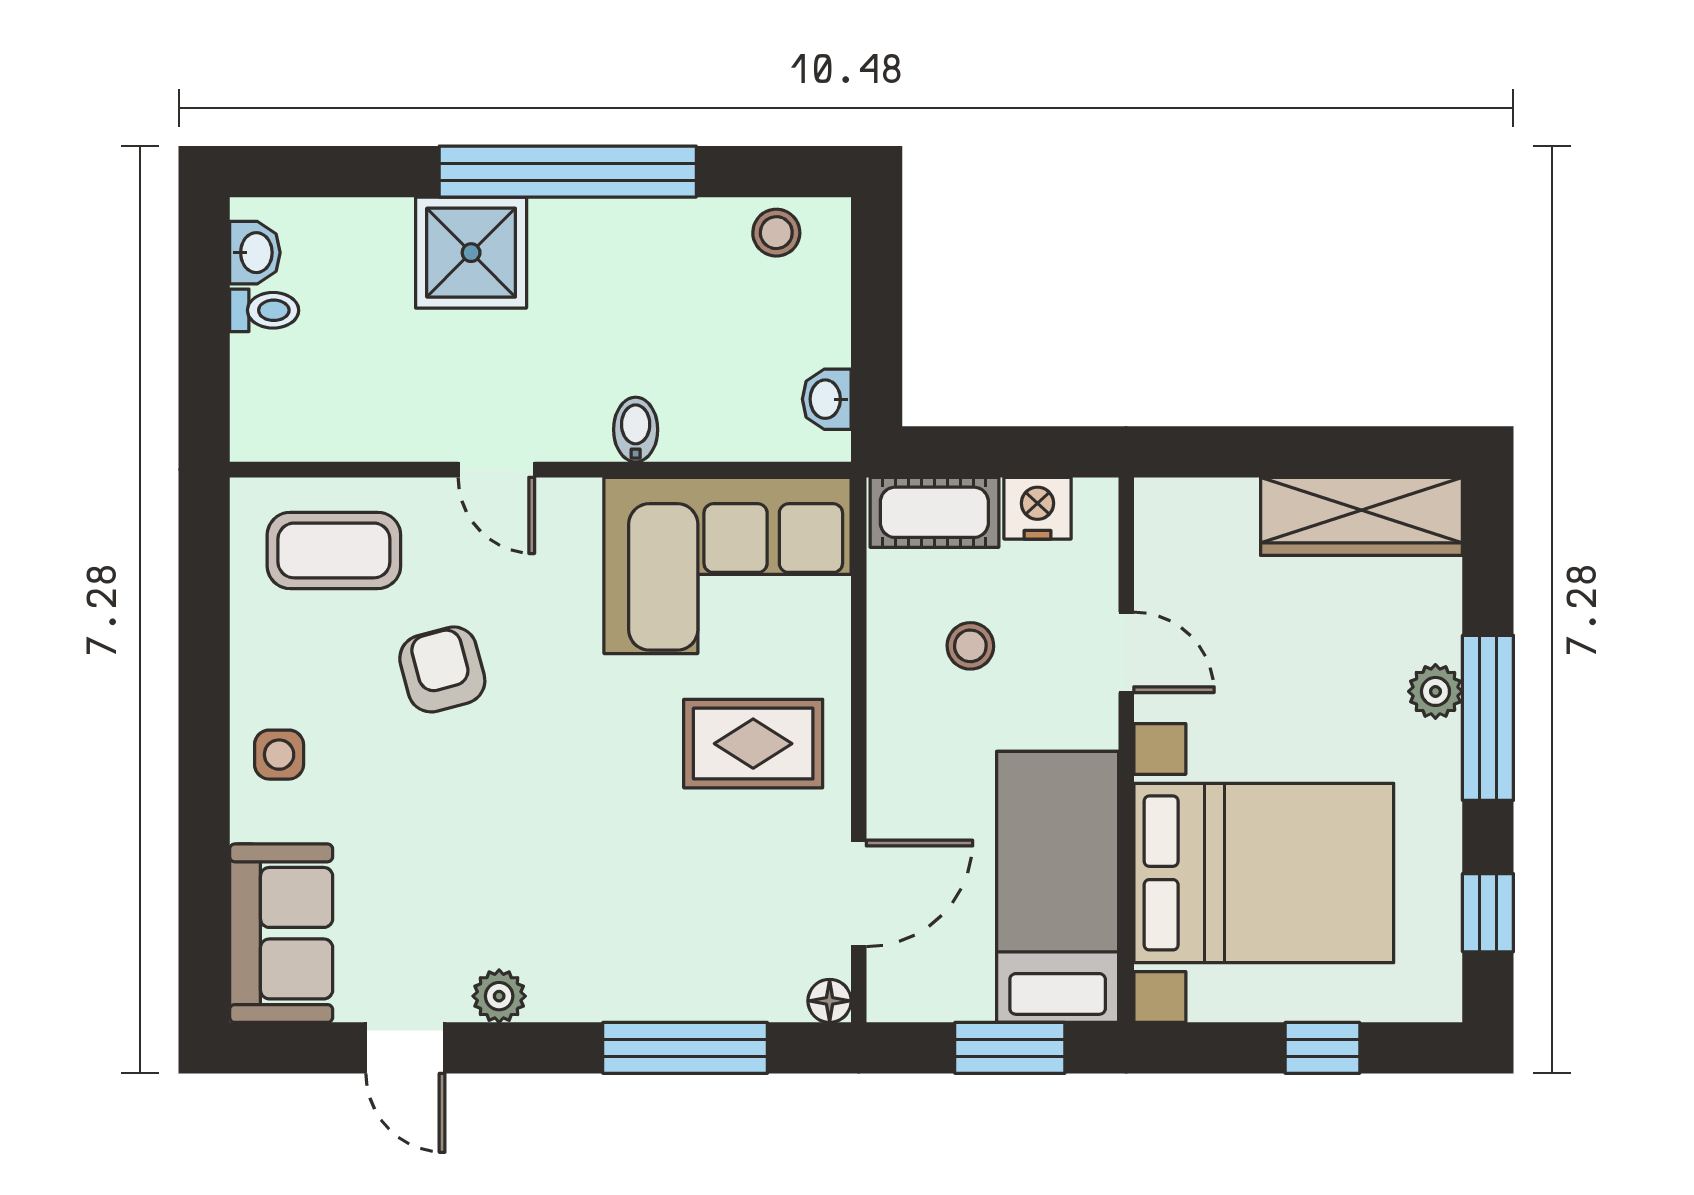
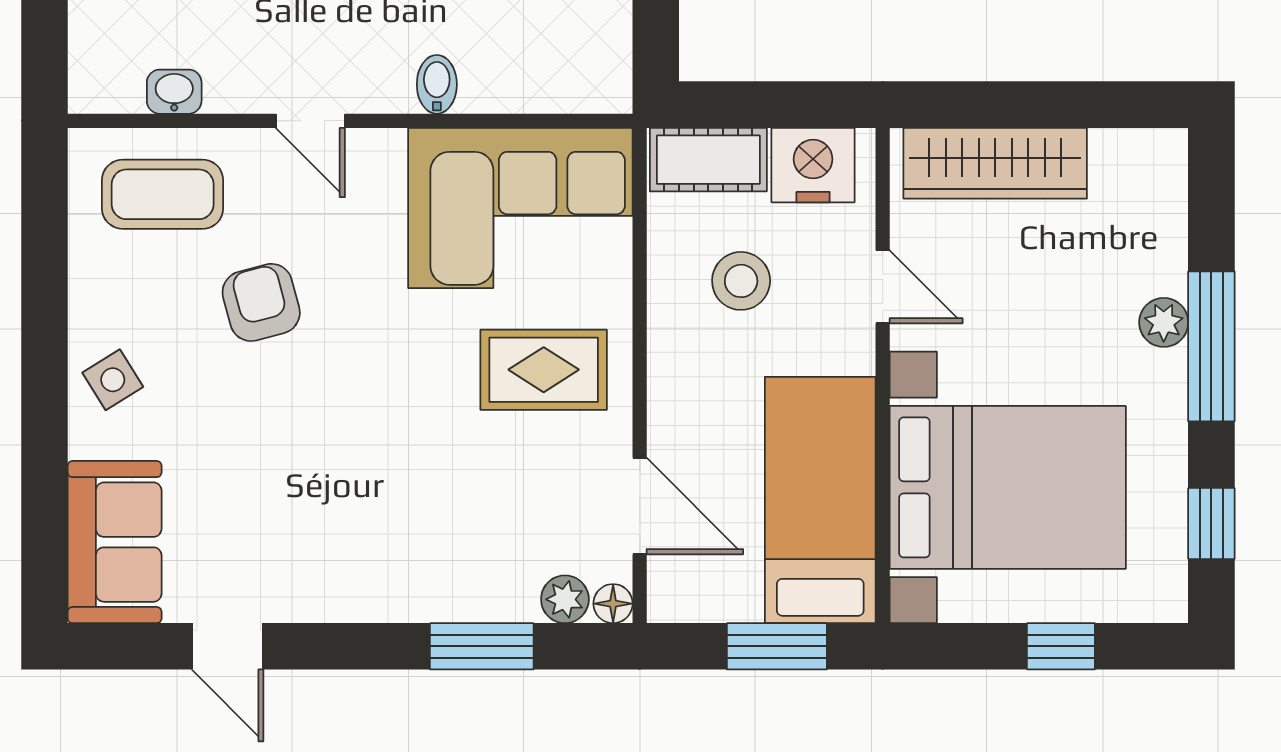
washbasin: (827, 399) -> (174, 92), moved, turned 90
nightstand: (1037, 508) -> (813, 165), width x1.36, depth x1.33
wardrobe: (1361, 516) -> (995, 163), moved
stool: (970, 646) -> (741, 281), width x1.37, depth x1.37
side table: (279, 755) -> (113, 380), turned -32
door: (859, 893) -> (640, 506), hinge flipped
plant: (499, 996) -> (565, 599), moved
window: (685, 1048) -> (482, 646), width x0.69

